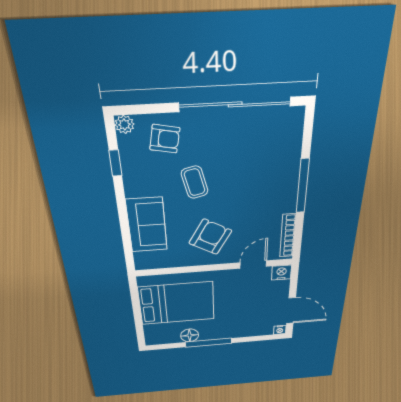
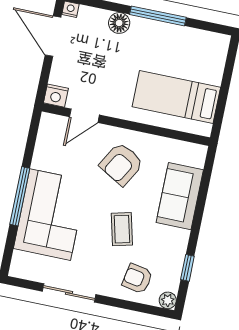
sliding door: (235, 104) -> (69, 293), width x0.54
corner sofa: (270, 177) -> (50, 215), added
bookcase: (288, 236) -> (42, 142), removed
bed: (177, 303) -> (176, 97), width x0.67
floor lamp: (190, 335) -> (119, 23), moved

